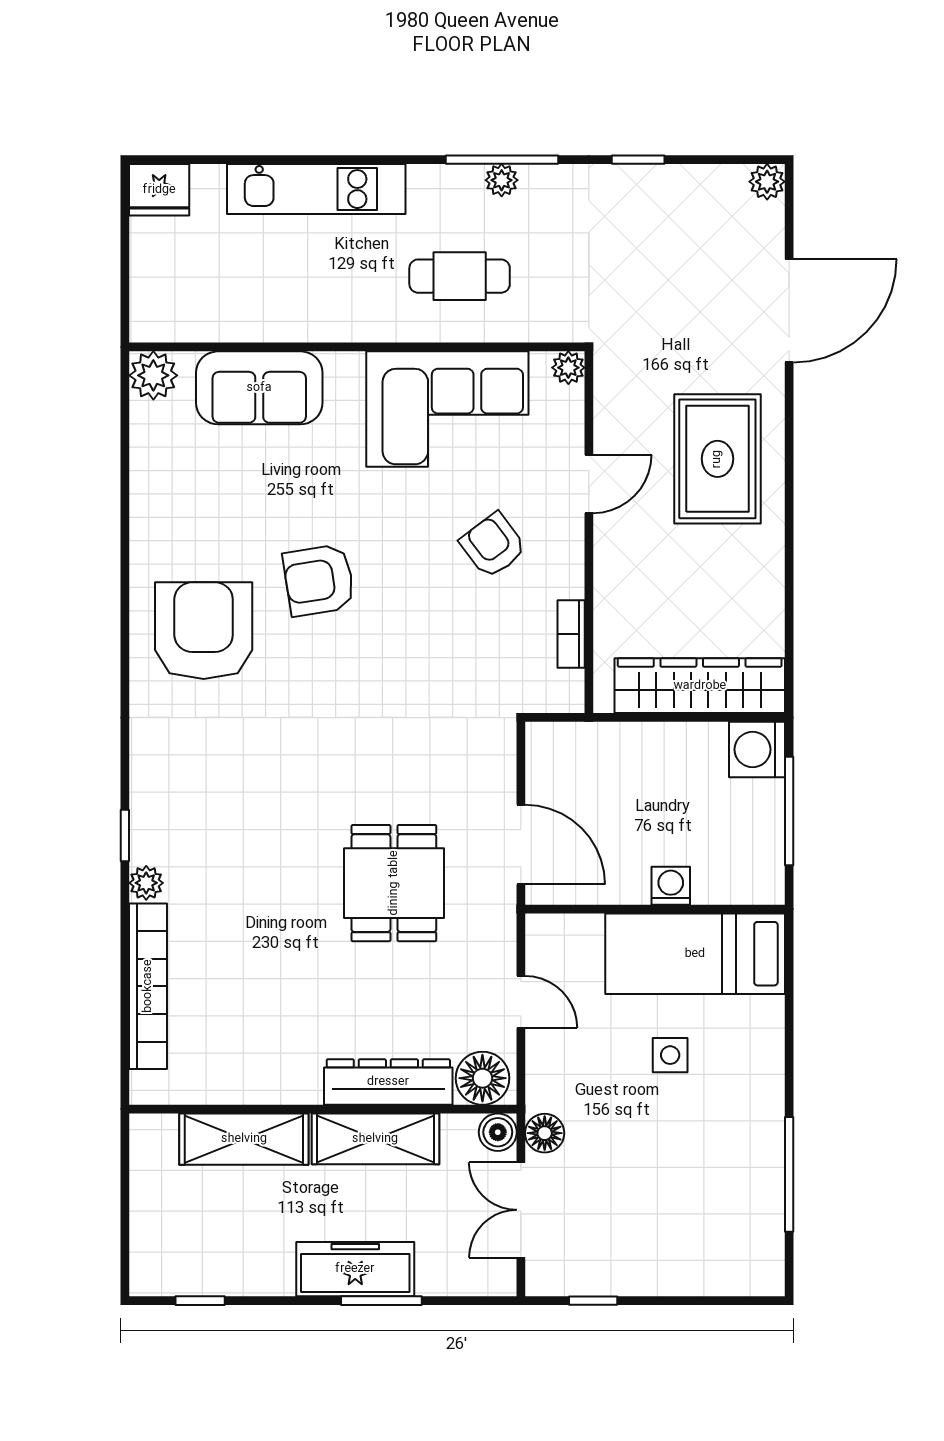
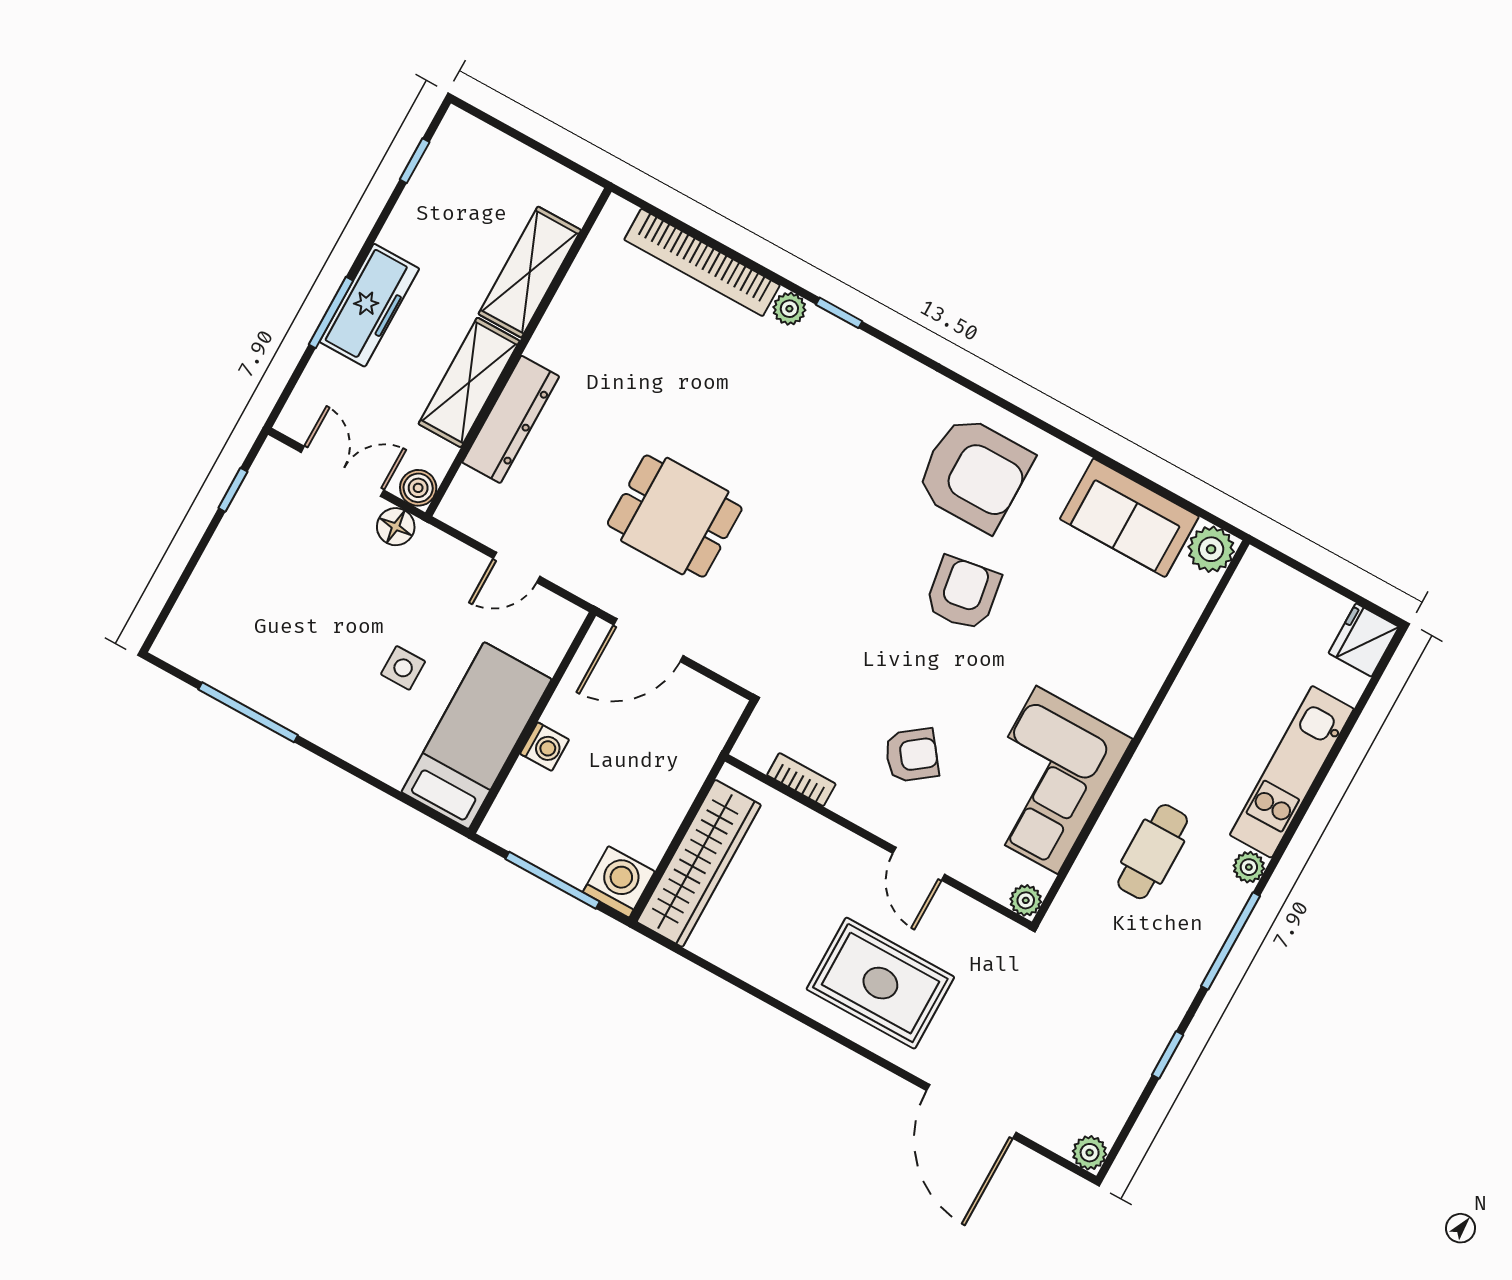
plant: (502, 180) -> (1249, 867), moved
sofa: (259, 388) -> (1129, 518), moved, turned -90
floor lamp: (482, 1078) -> (470, 500), removed

